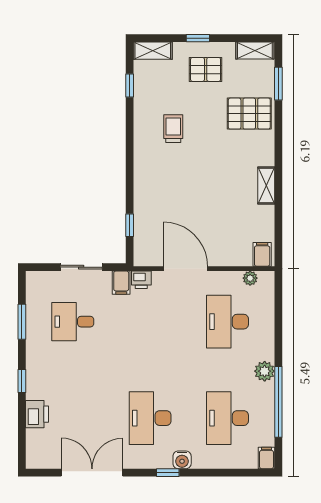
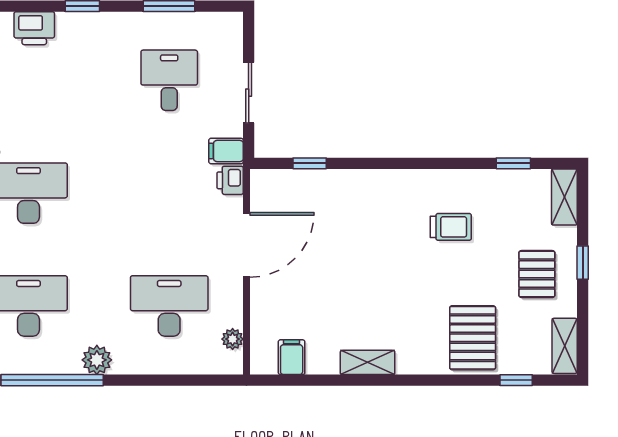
window: (278, 84) -> (516, 380), width x0.67
filing cabinet: (262, 254) -> (292, 357), moved, turned -90

